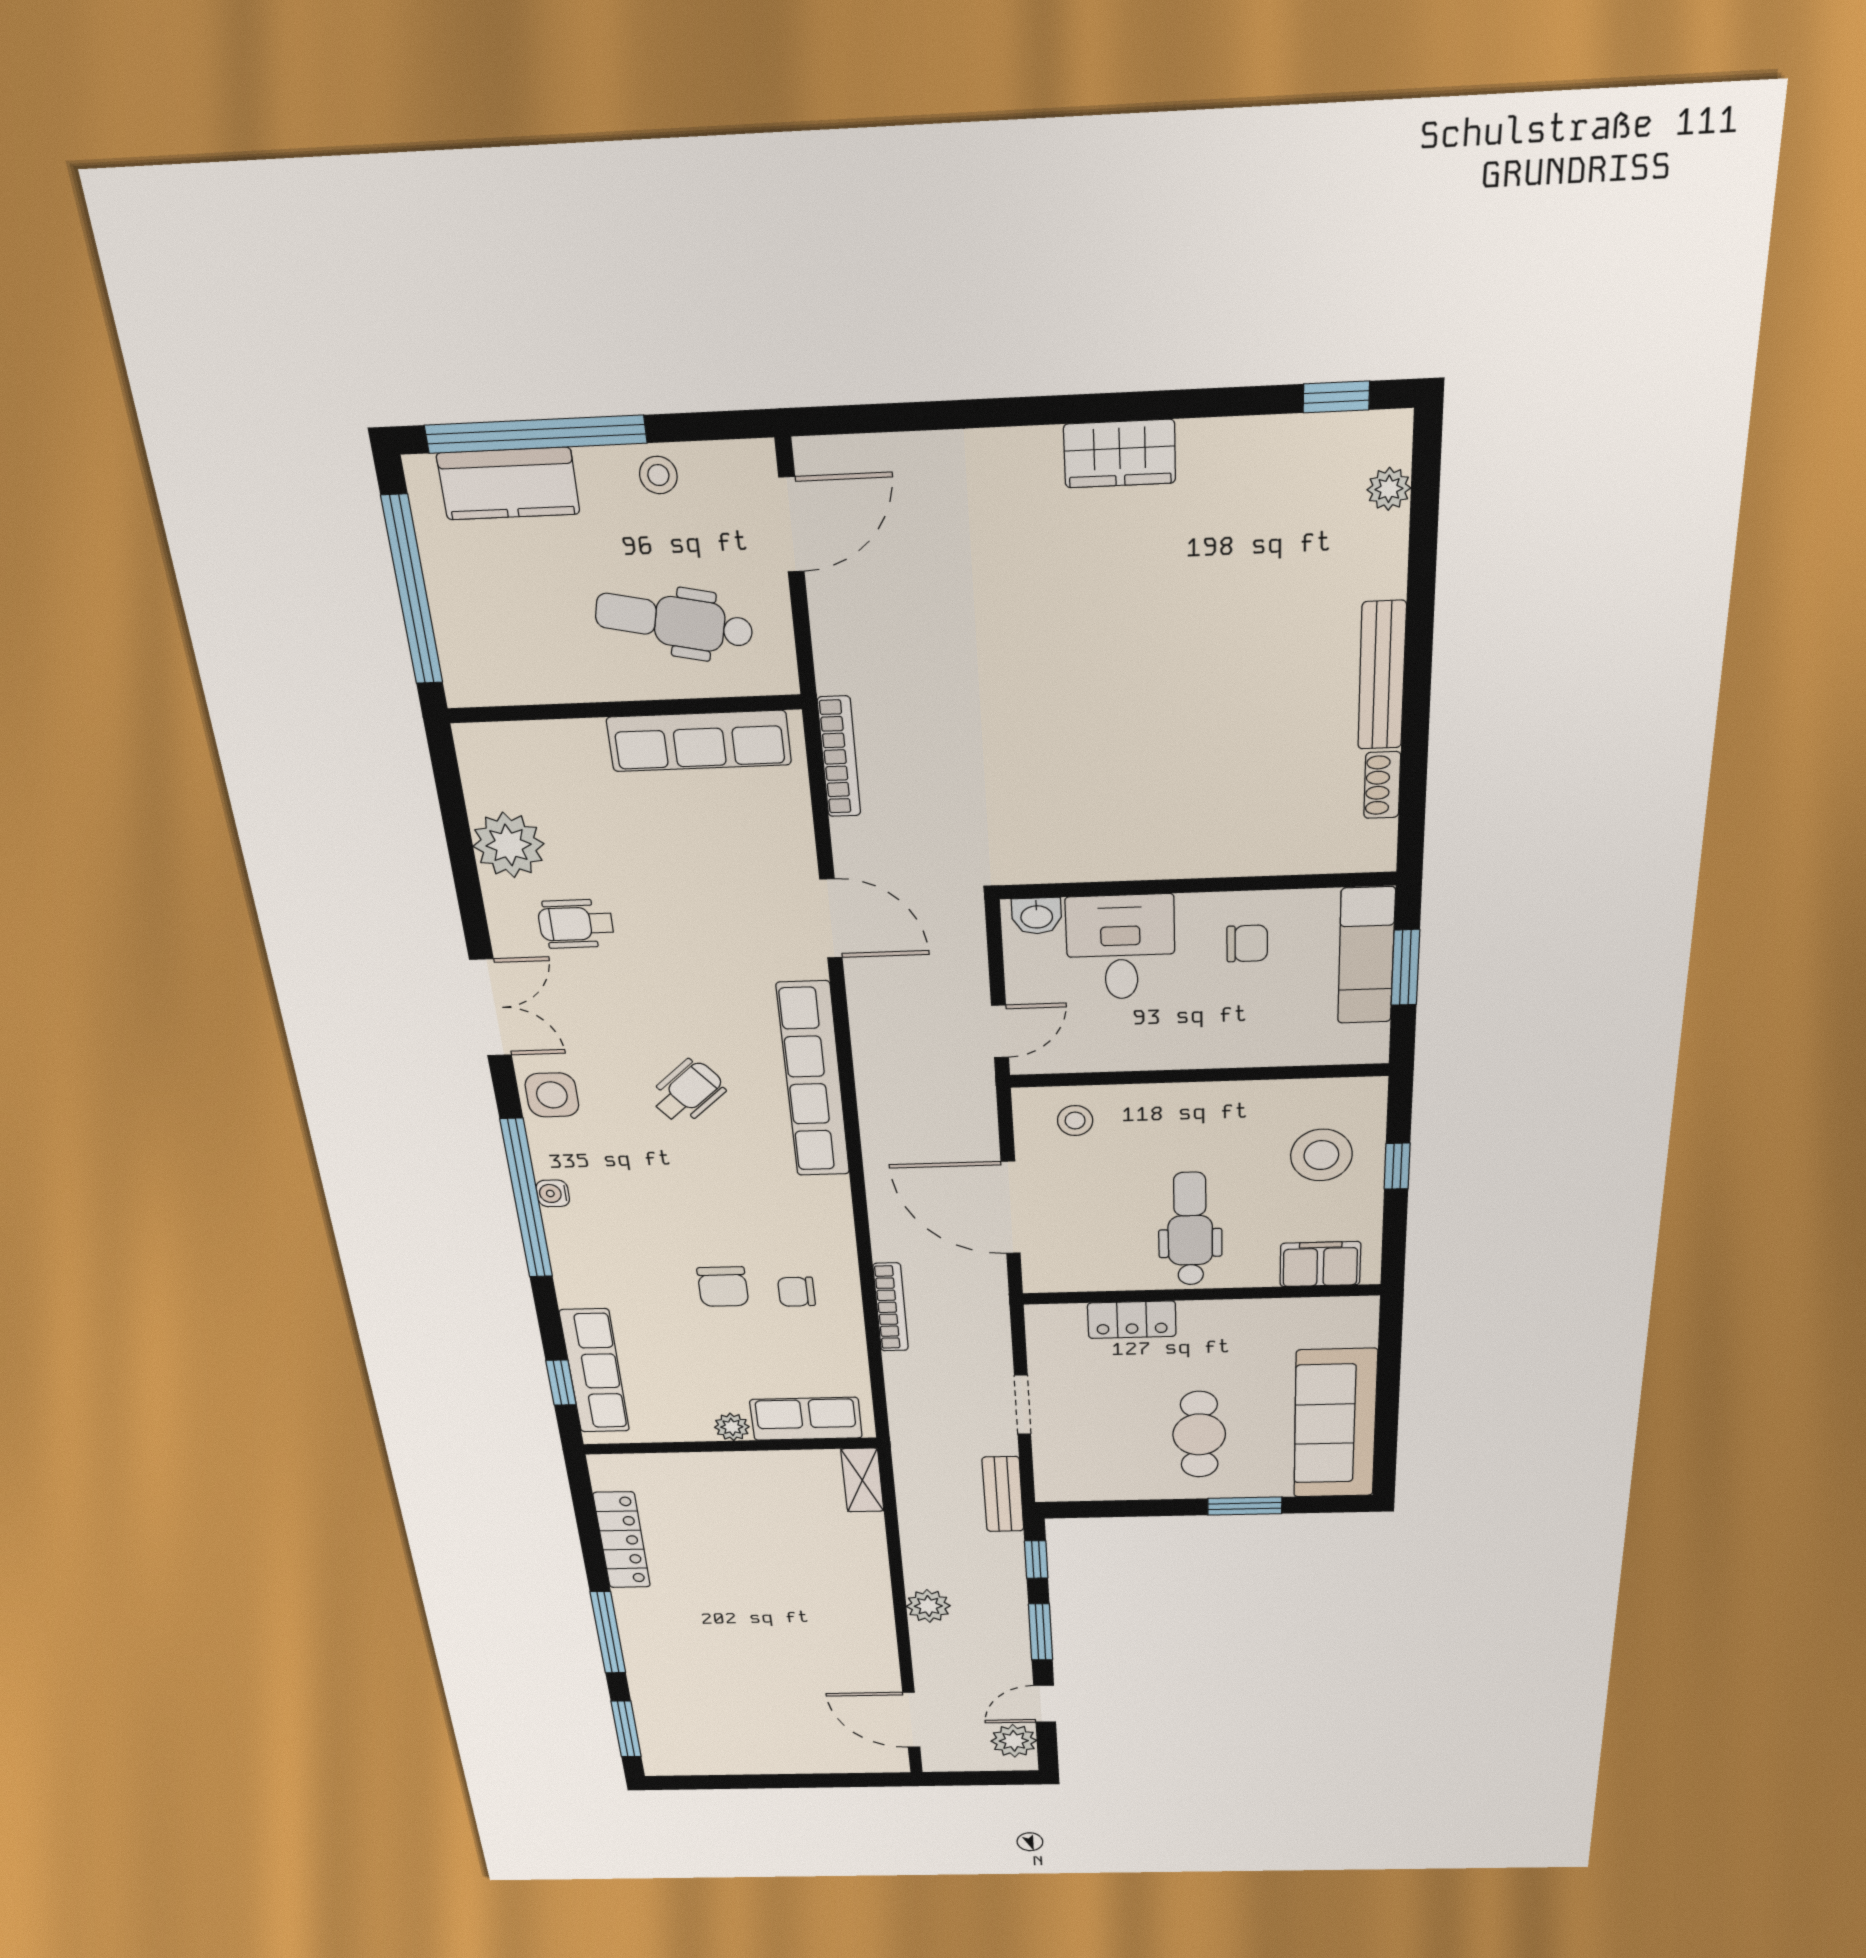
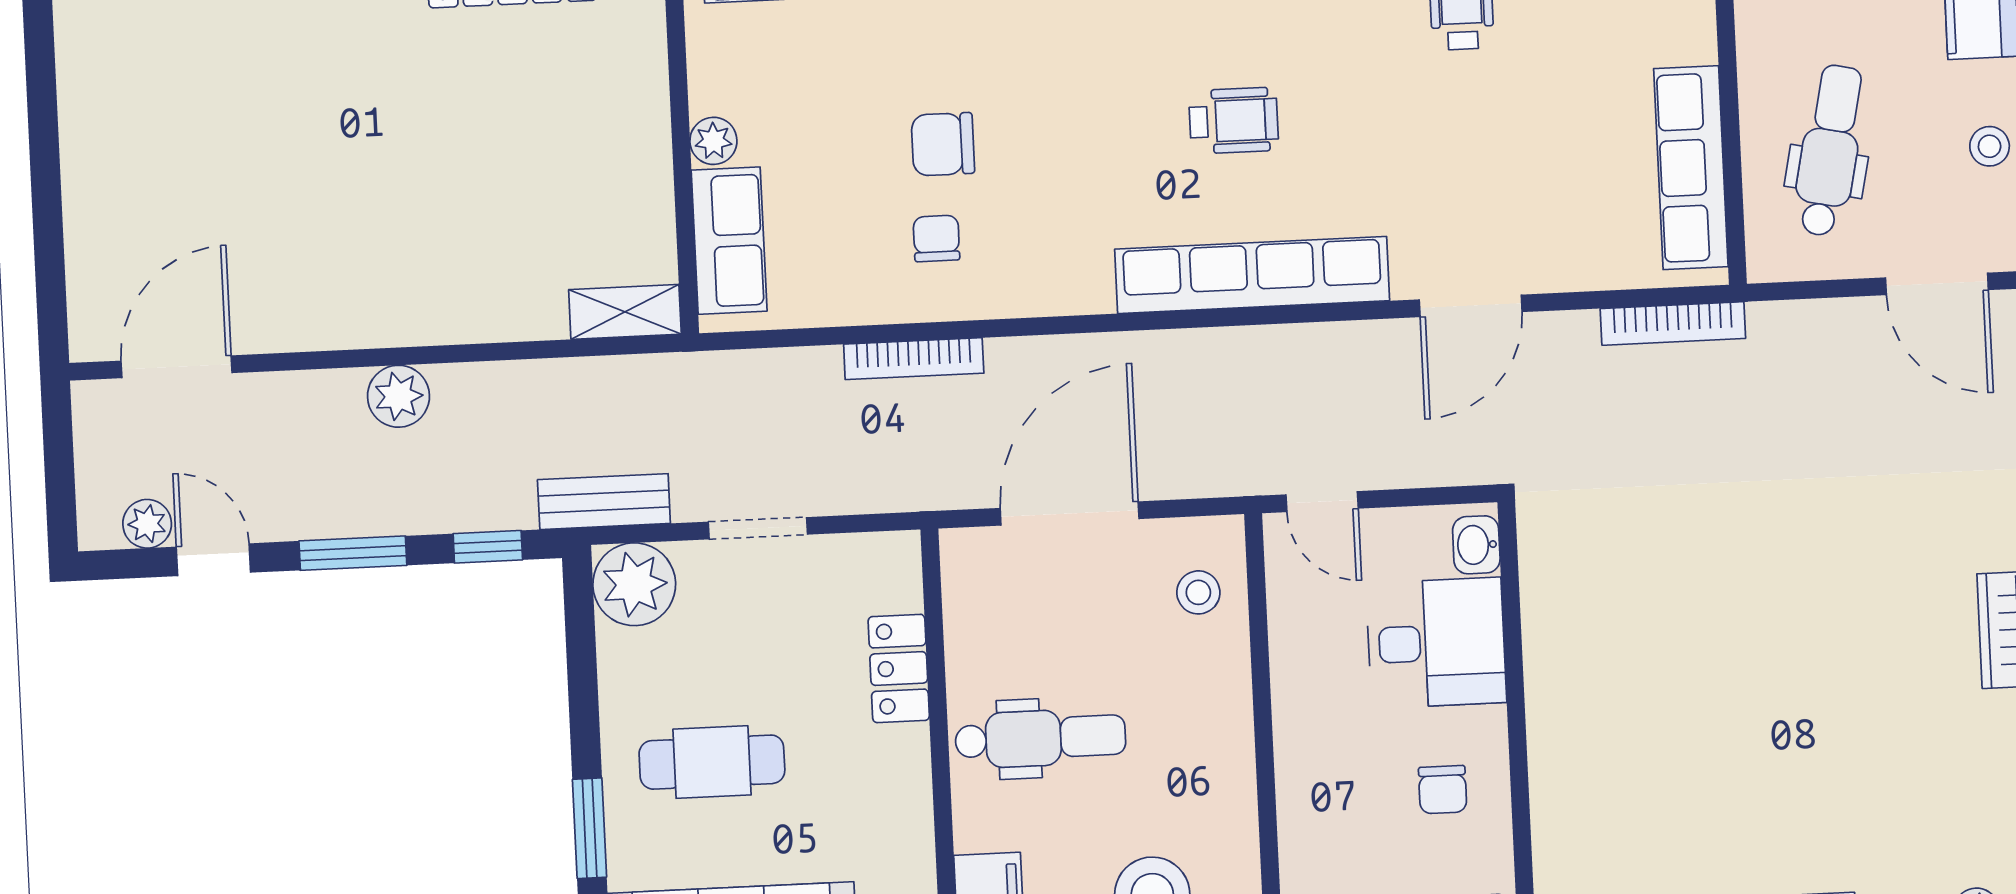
wheelchair: (688, 1092) -> (1234, 121), turned -49
plant: (1064, 1478) -> (634, 584), added
plant: (1014, 1741) -> (147, 524), width x0.73, depth x0.73

